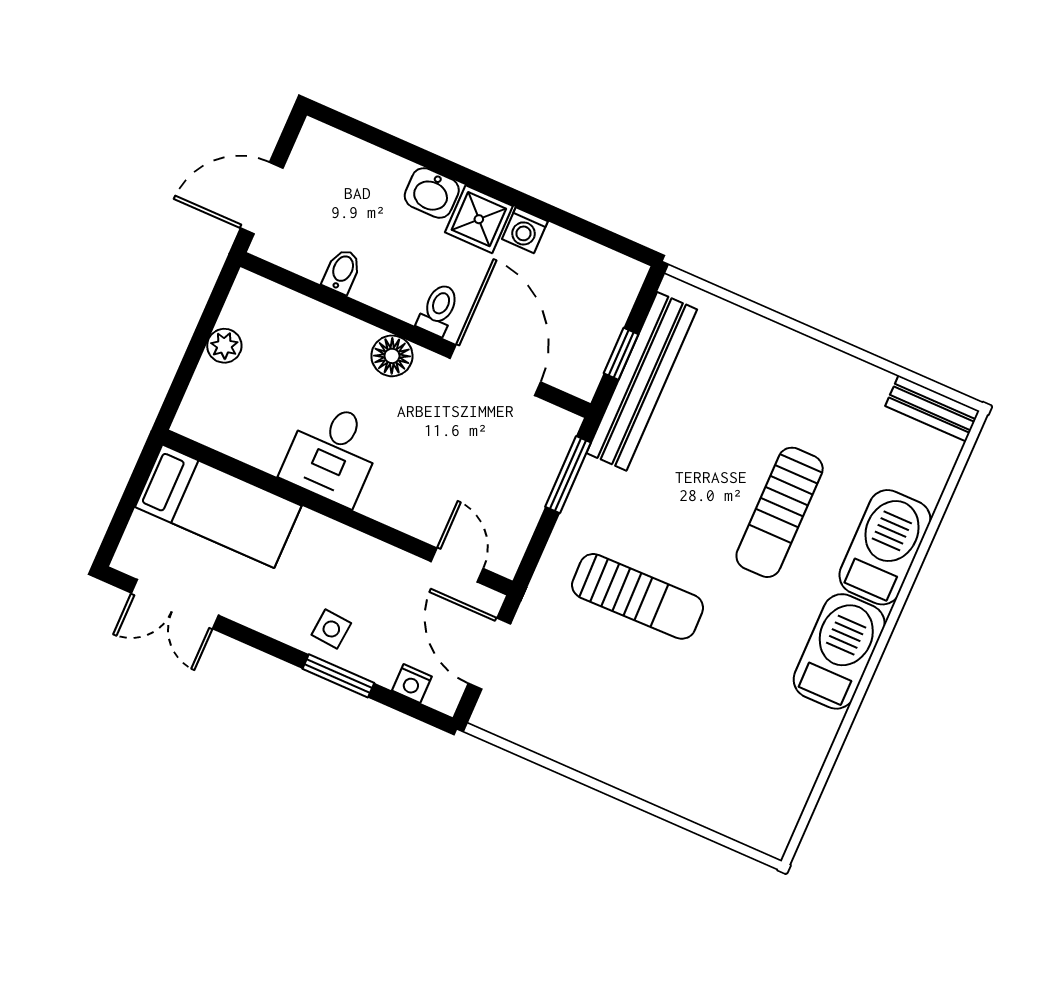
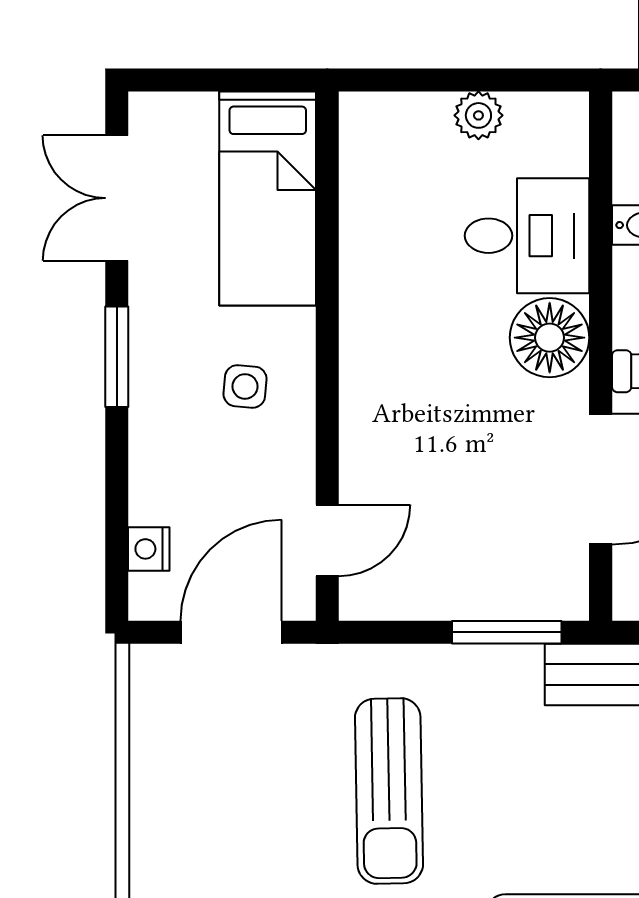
floor lamp: (392, 356) -> (550, 338), width x1.38, depth x1.38
desk: (332, 453) -> (527, 236), moved, turned 180
side table: (331, 629) -> (245, 386), moved
window: (338, 676) -> (117, 357), moved

